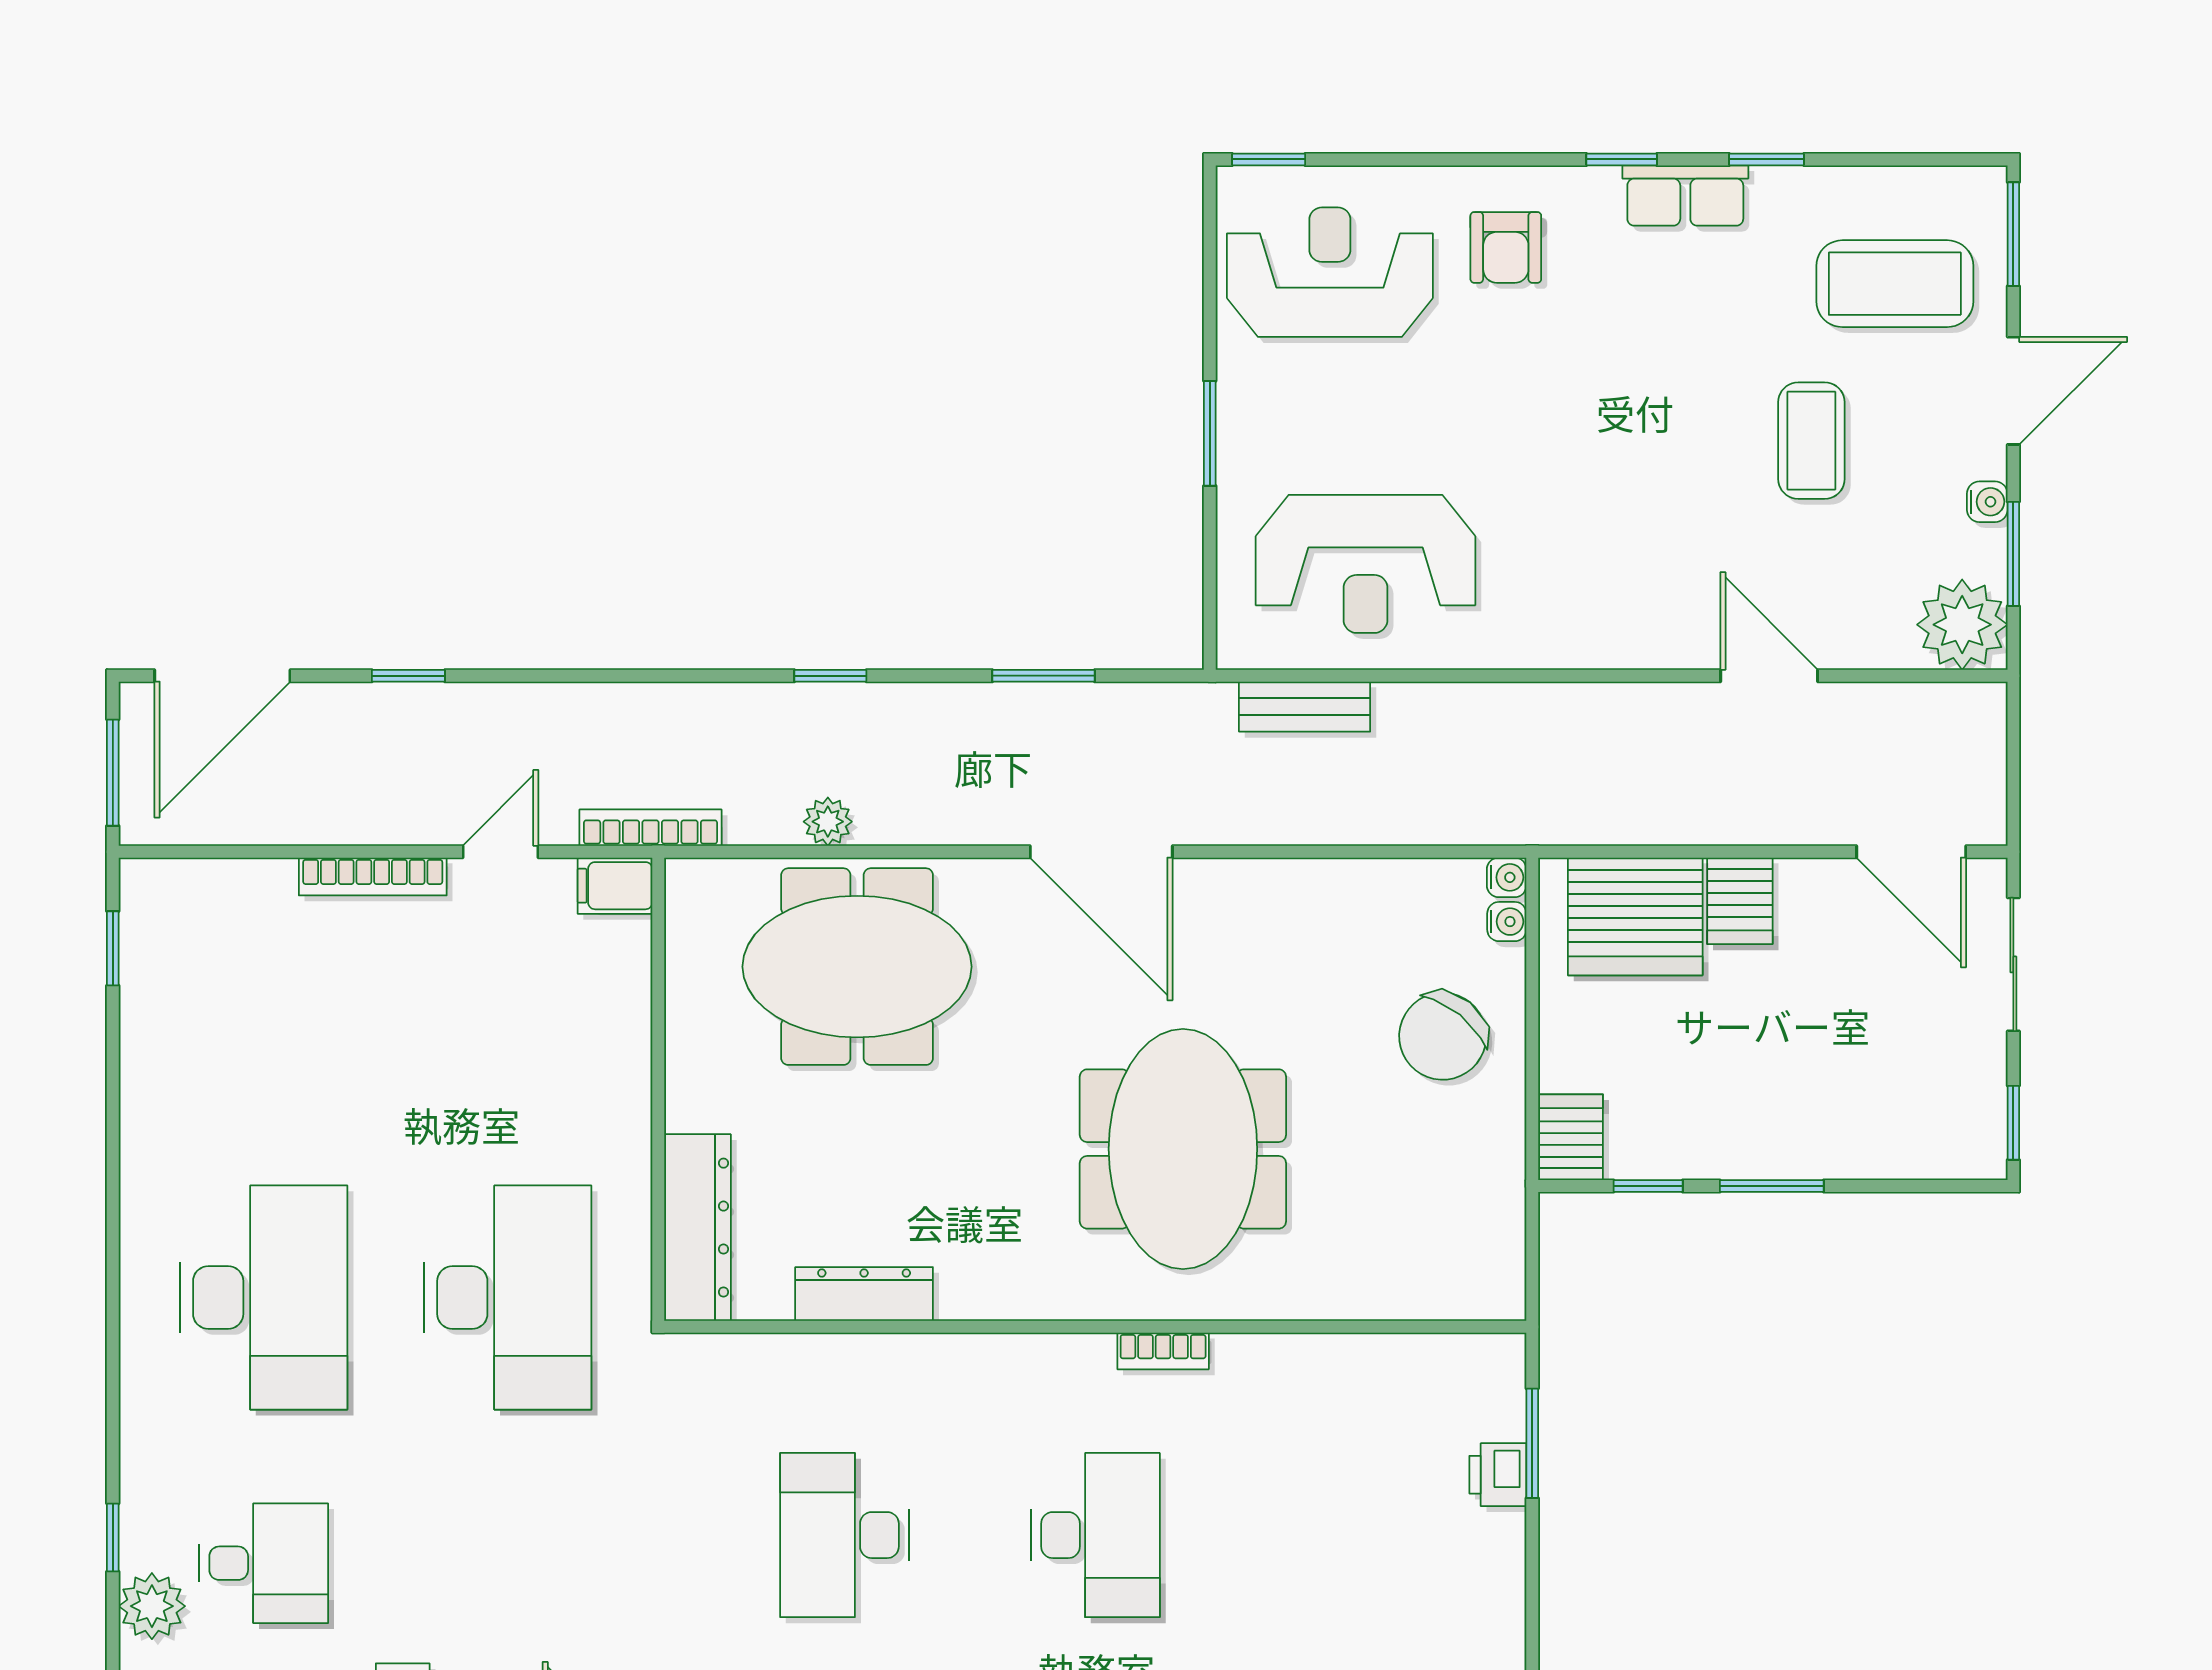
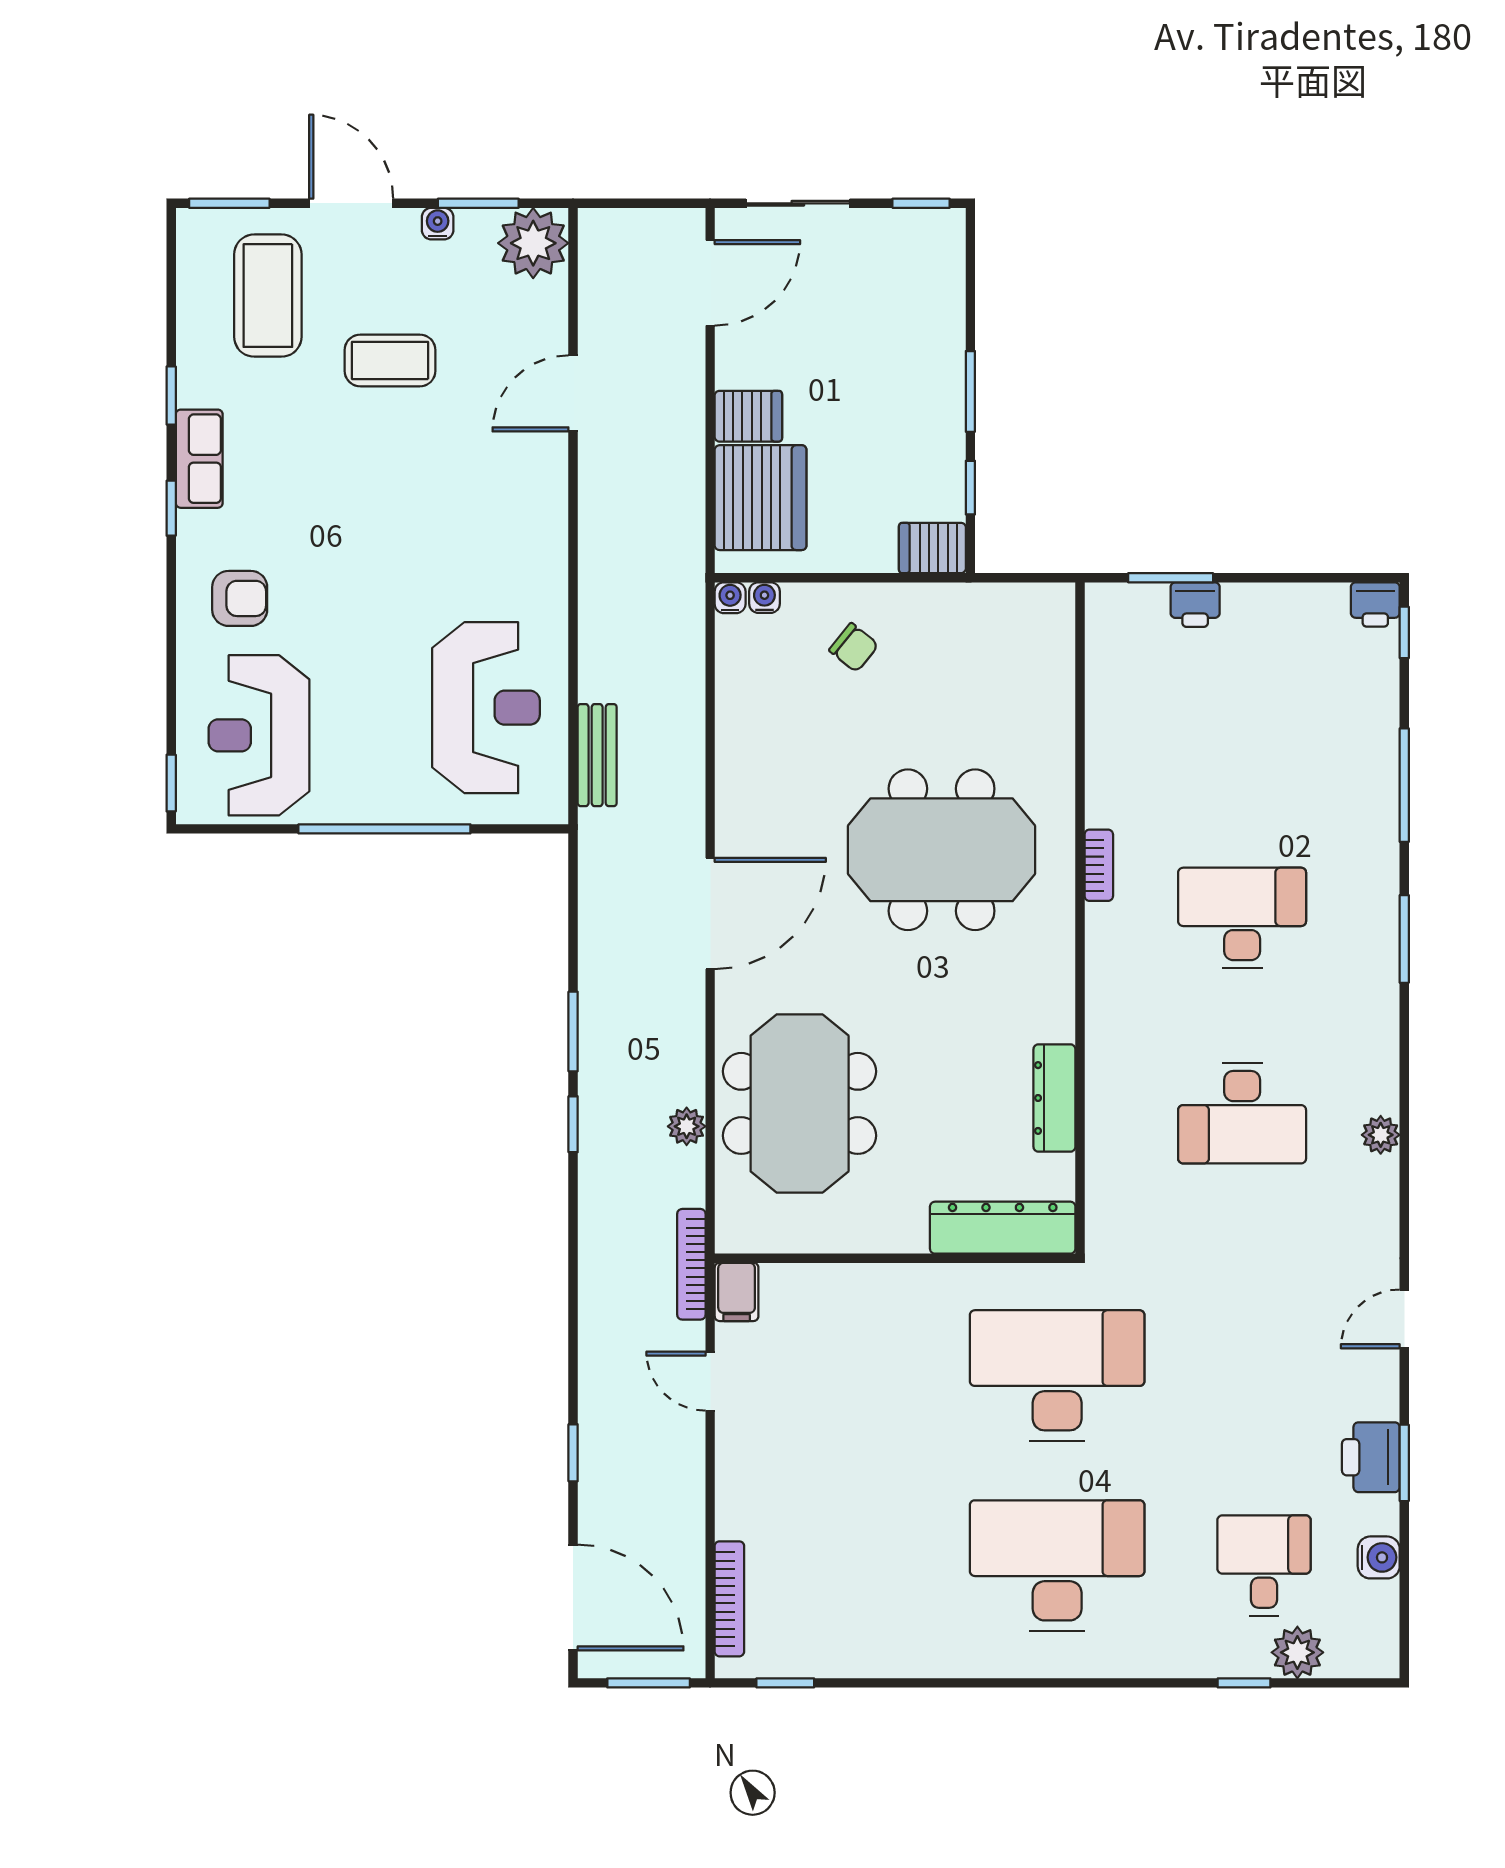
window: (1210, 433) -> (384, 829), width x2.11
window: (1043, 676) -> (573, 1031), moved
bookcase: (373, 876) -> (729, 1599), moved
chair: (1443, 1036) -> (854, 648), width x0.54, depth x0.54

